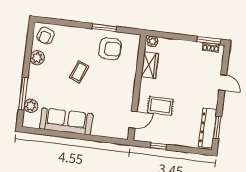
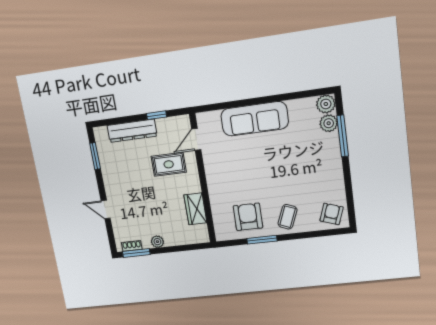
plant: (152, 41) -> (157, 242), moved
armchair: (110, 49) -> (248, 217), turned 90
plant: (37, 58) -> (326, 104), moved
coffee table: (79, 72) -> (288, 217), moved
sofa: (66, 121) -> (255, 119), moved
dresser: (208, 128) -> (132, 131), moved, turned 90

